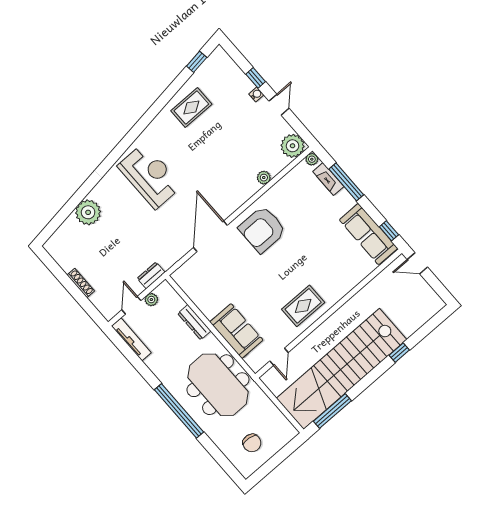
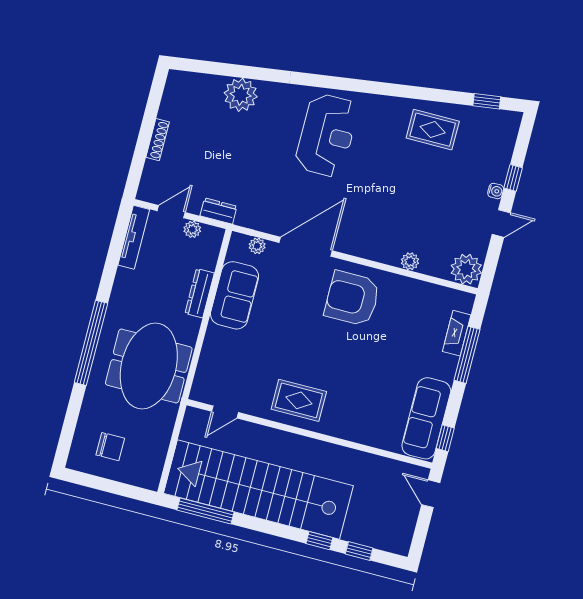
plant: (312, 159) -> (257, 246), moved
sofa: (236, 331) -> (235, 295), moved
window: (423, 332) -> (359, 551), added
chair: (252, 443) -> (110, 447), turned -97

